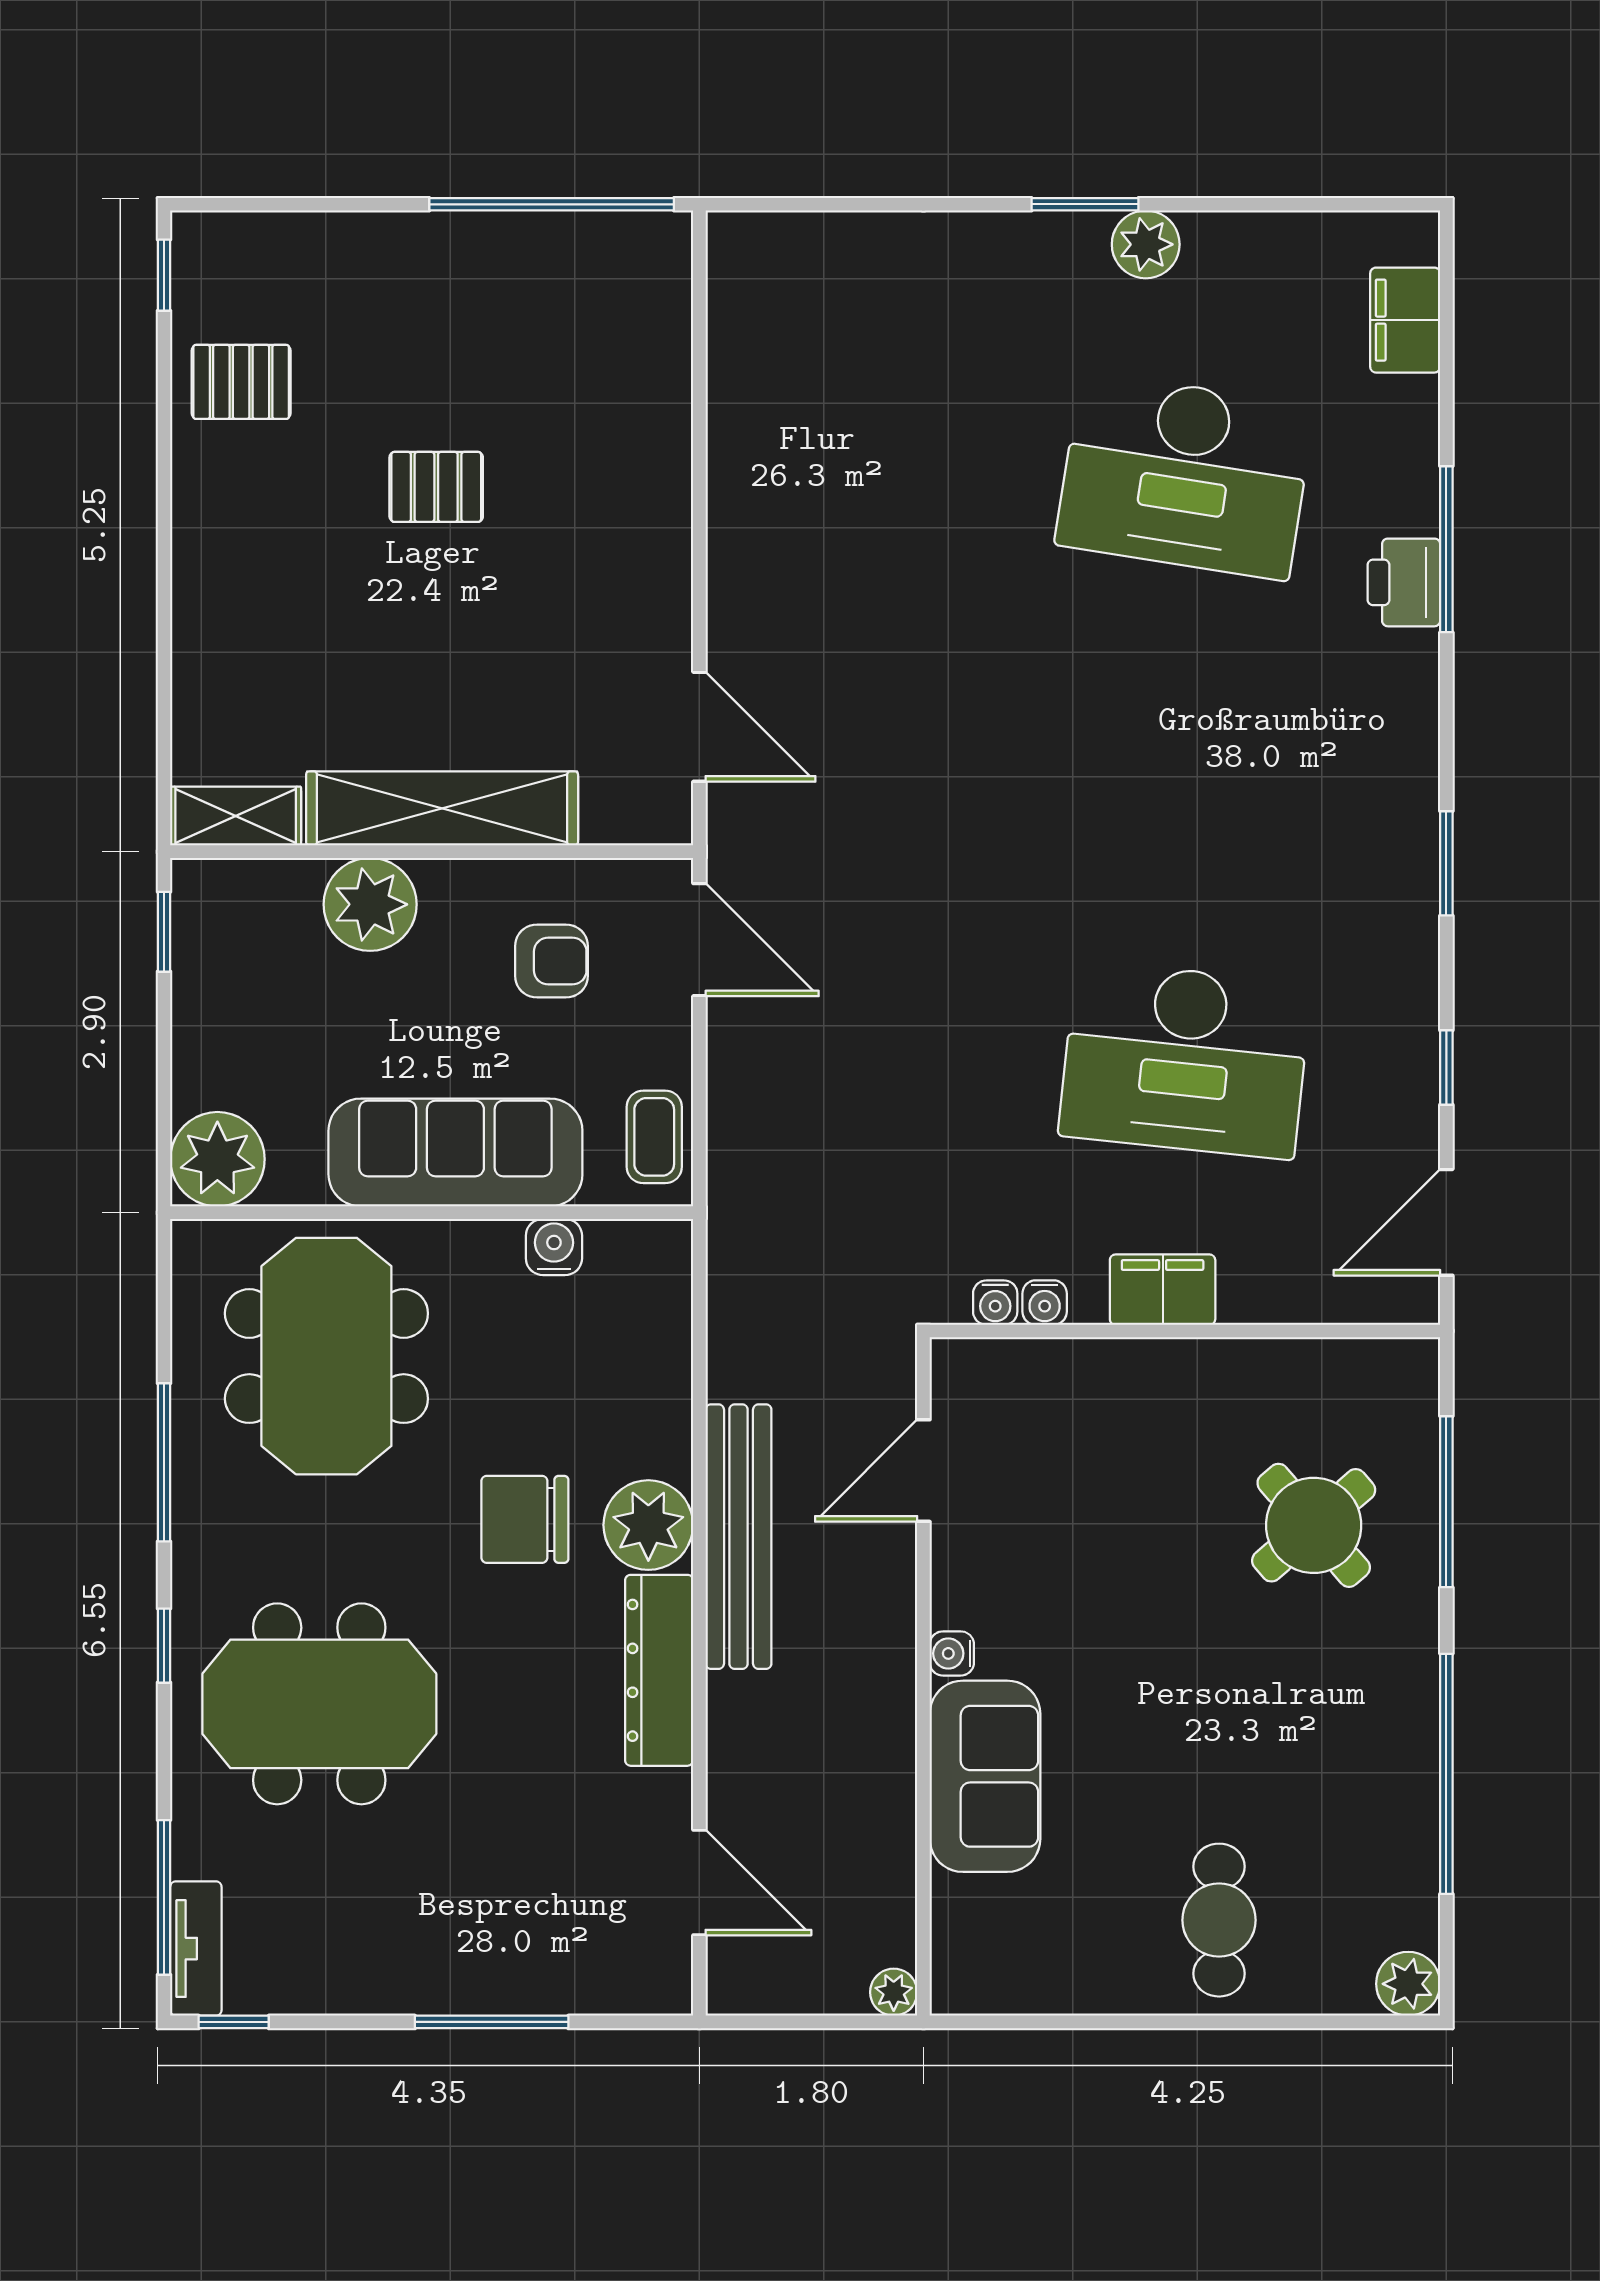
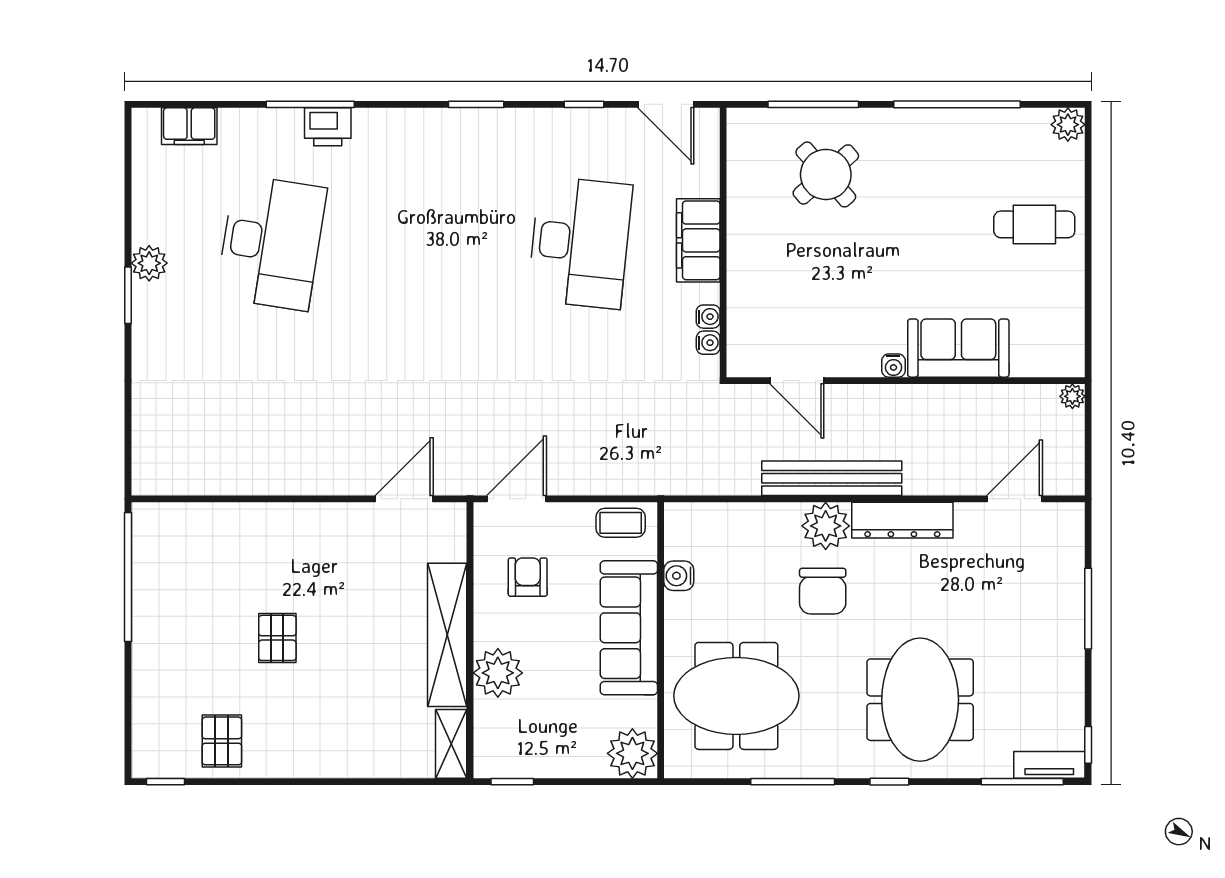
filing cabinet: (1163, 1290) -> (698, 240), width x1.50, depth x1.17

